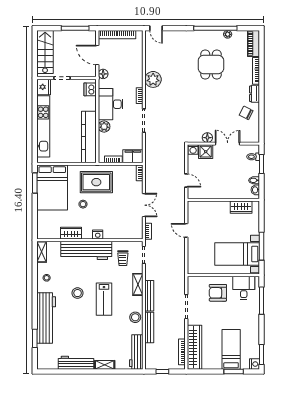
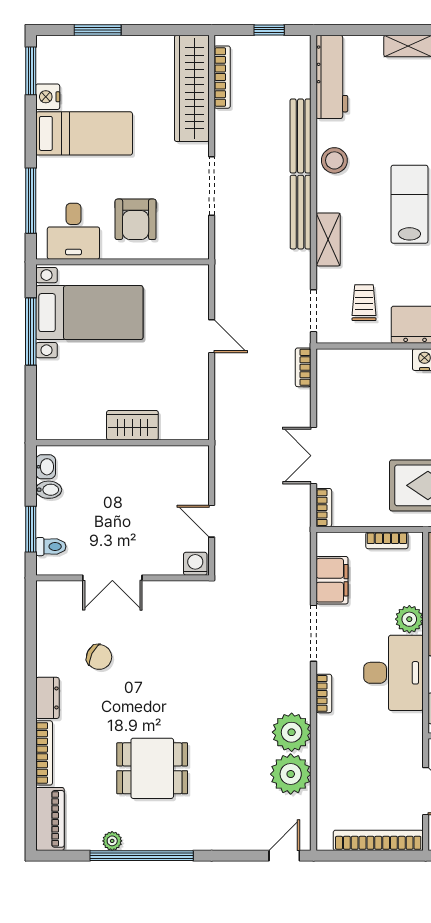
door: (156, 28) -> (284, 856), hinge flipped
plant: (153, 62) -> (291, 774), added
dining table: (211, 64) -> (152, 768), turned 90
floor lamp: (103, 74) -> (412, 746), removed
chair: (246, 113) -> (99, 657), moved
floor lamp: (207, 138) -> (161, 592), removed
shower: (206, 152) -> (165, 559), removed
filing cabinet: (133, 156) -> (332, 580), moved, turned -90
door: (186, 181) -> (212, 521), moved
double door: (144, 205) -> (314, 456), moved
wardrobe: (241, 207) -> (132, 425), moved
door: (186, 230) -> (212, 336), moved
armchair: (218, 293) -> (136, 219), turned 90
bed: (231, 349) -> (84, 133), moved, turned -90
nightstand: (254, 364) -> (48, 97), moved

